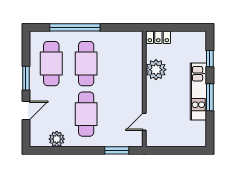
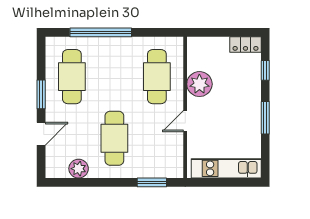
locker: (158, 37) -> (245, 44), moved
cafe table: (86, 64) -> (157, 77), moved
kitchen unit: (198, 92) -> (226, 168), moved, turned 90
door: (144, 122) -> (185, 121), moved

